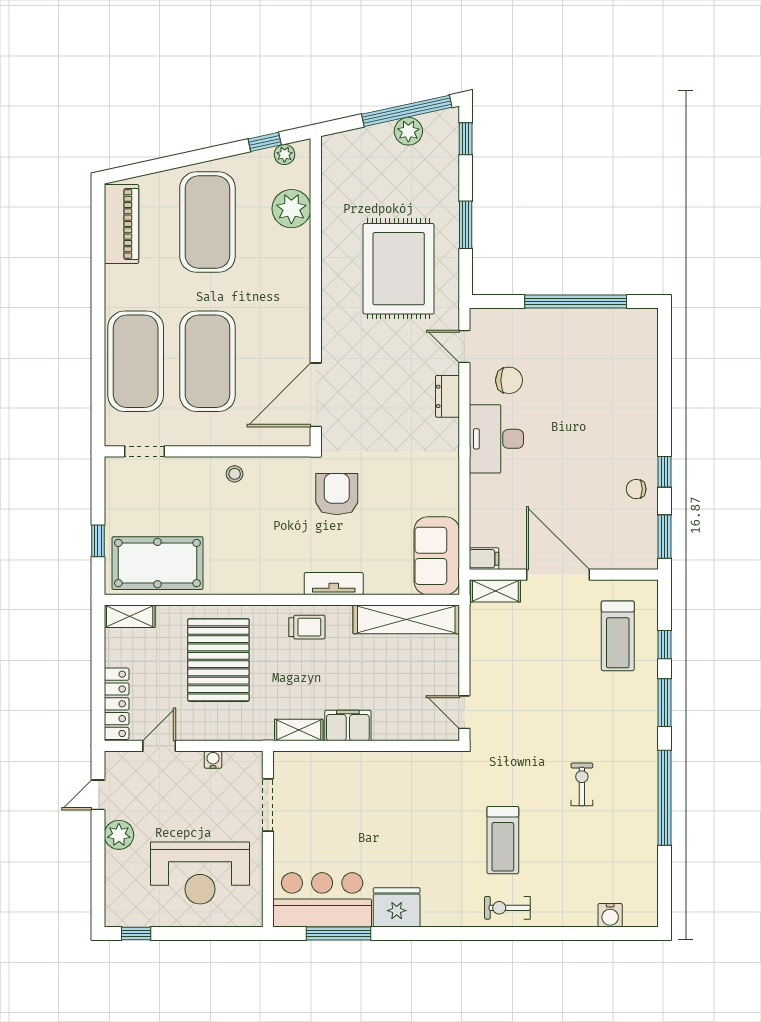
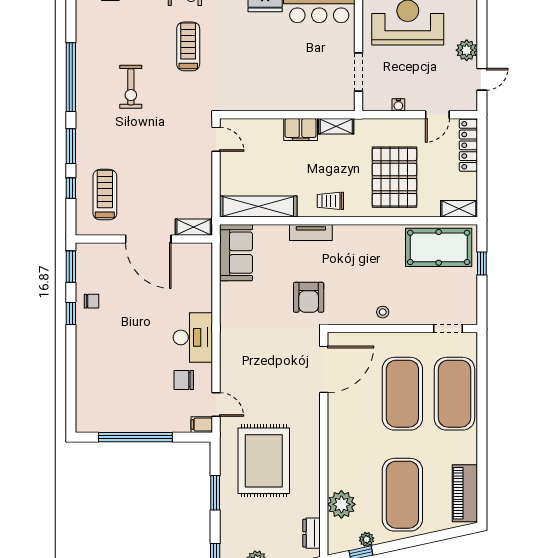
plant: (284, 154) -> (367, 539), moved
dresser: (447, 396) -> (312, 533), moved, turned 180
filing cabinet: (484, 559) -> (202, 425), moved
exercise bike: (582, 784) -> (131, 87), width x1.38, depth x1.39

